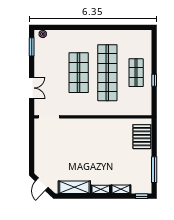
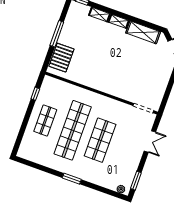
window: (92, 27) -> (72, 179), added
window: (154, 80) -> (35, 94), moved
double door: (32, 88) -> (150, 142), swing flipped
window: (154, 170) -> (57, 34), moved

